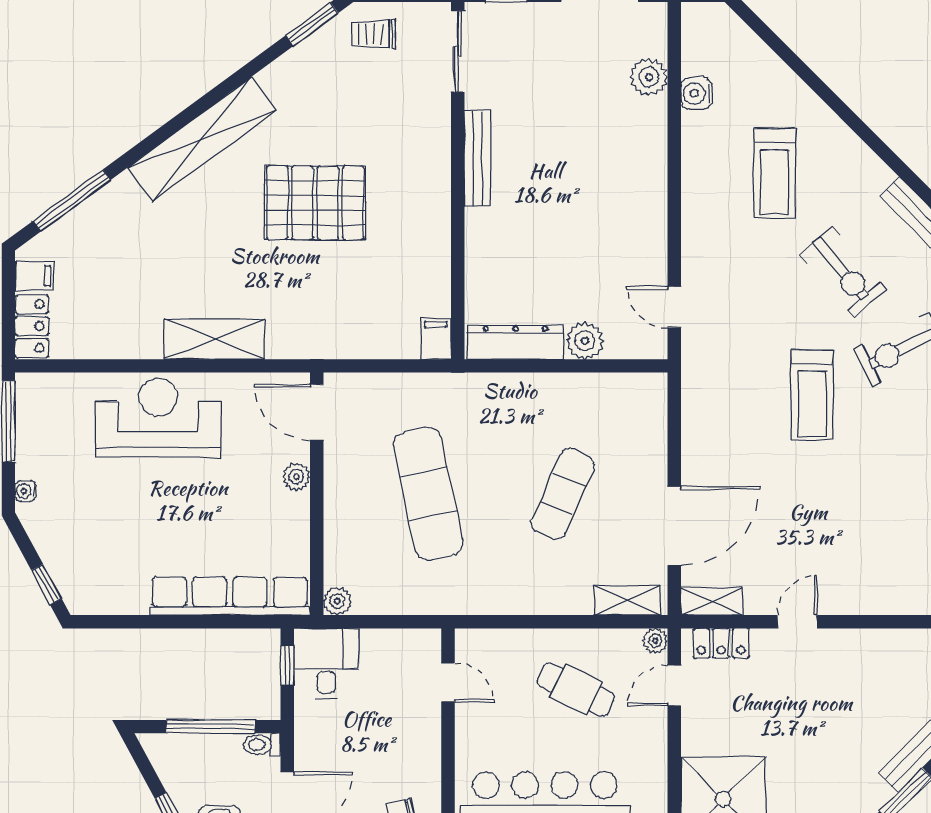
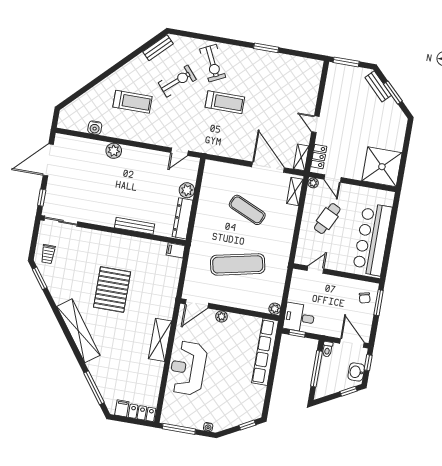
plant: (649, 77) -> (114, 151), moved
bench: (478, 159) -> (135, 226), moved

